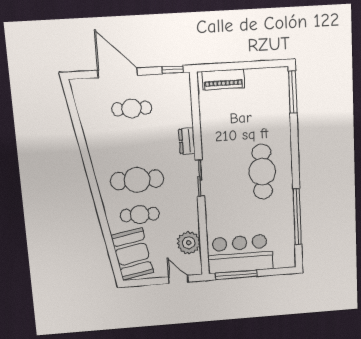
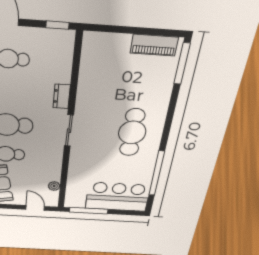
piano: (223, 80) -> (154, 45), moved
plant: (189, 243) -> (54, 186), width x0.53, depth x0.53
bar counter: (240, 254) -> (118, 197), moved

